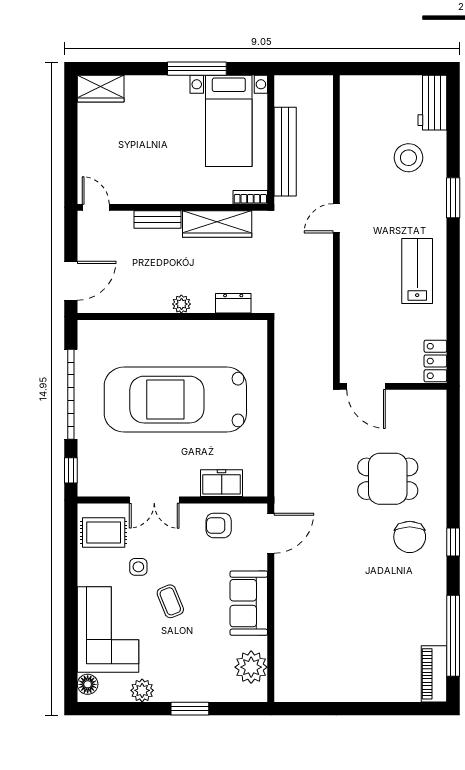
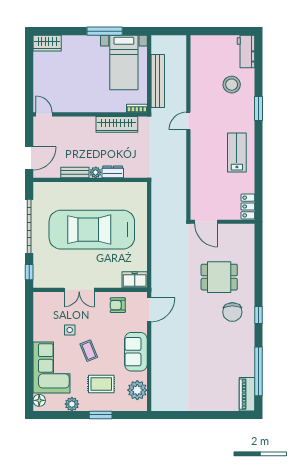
bench: (157, 219) -> (75, 172), moved
dresser: (233, 303) -> (113, 172), moved
freezer: (222, 483) -> (135, 280), moved
rug: (104, 532) -> (101, 384), moved

